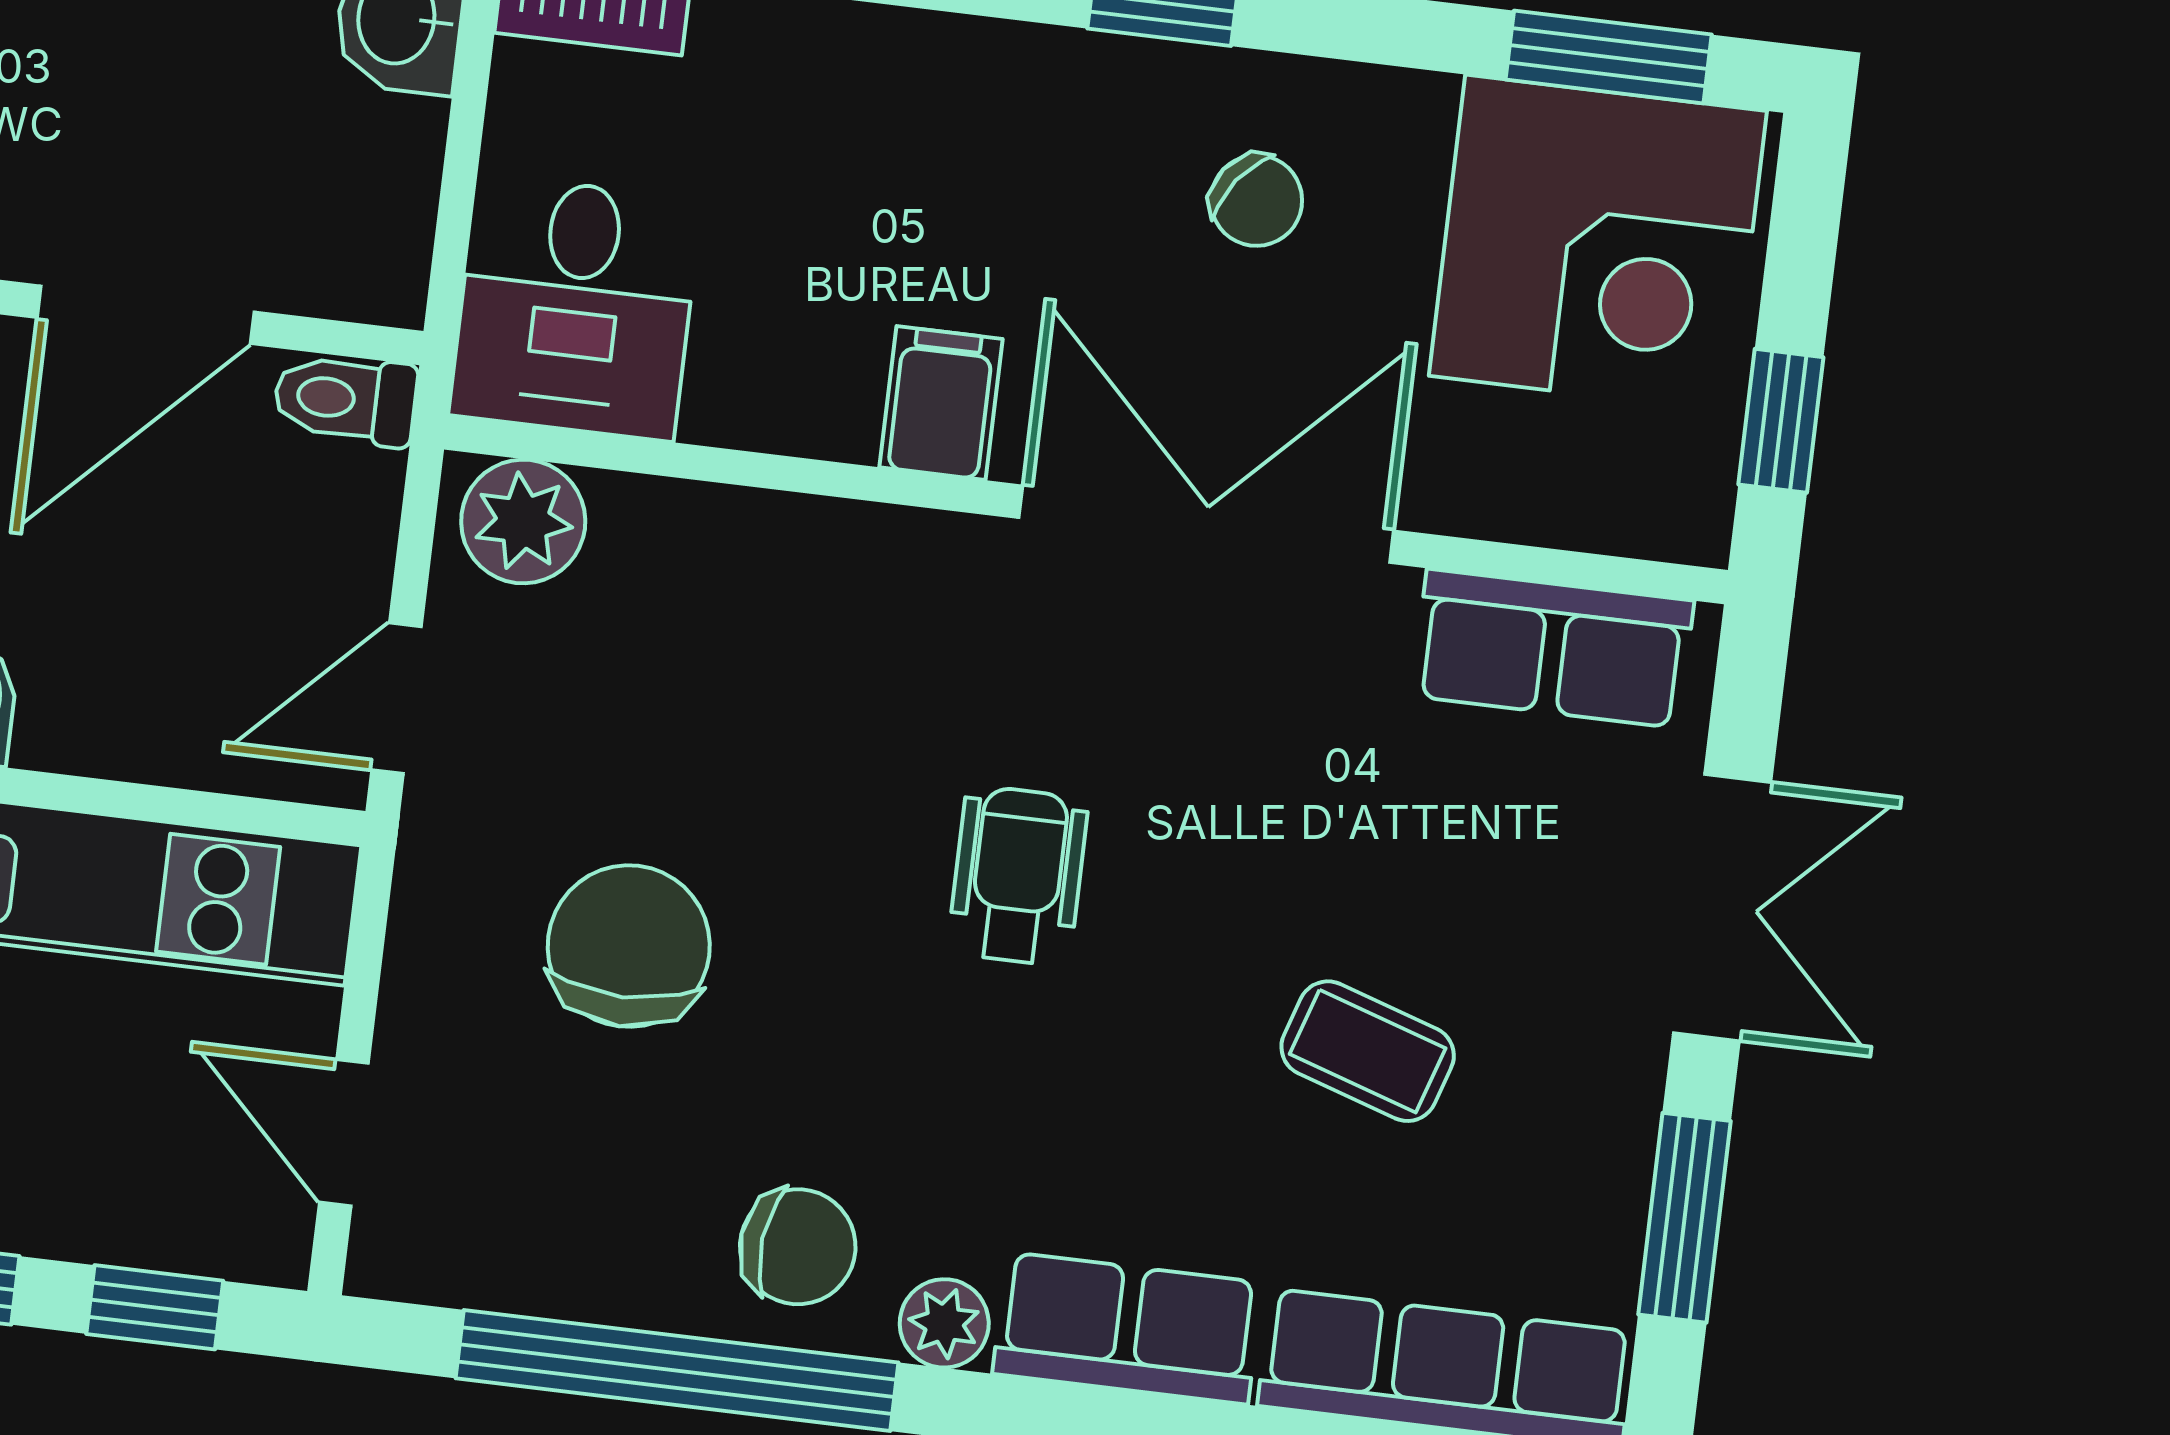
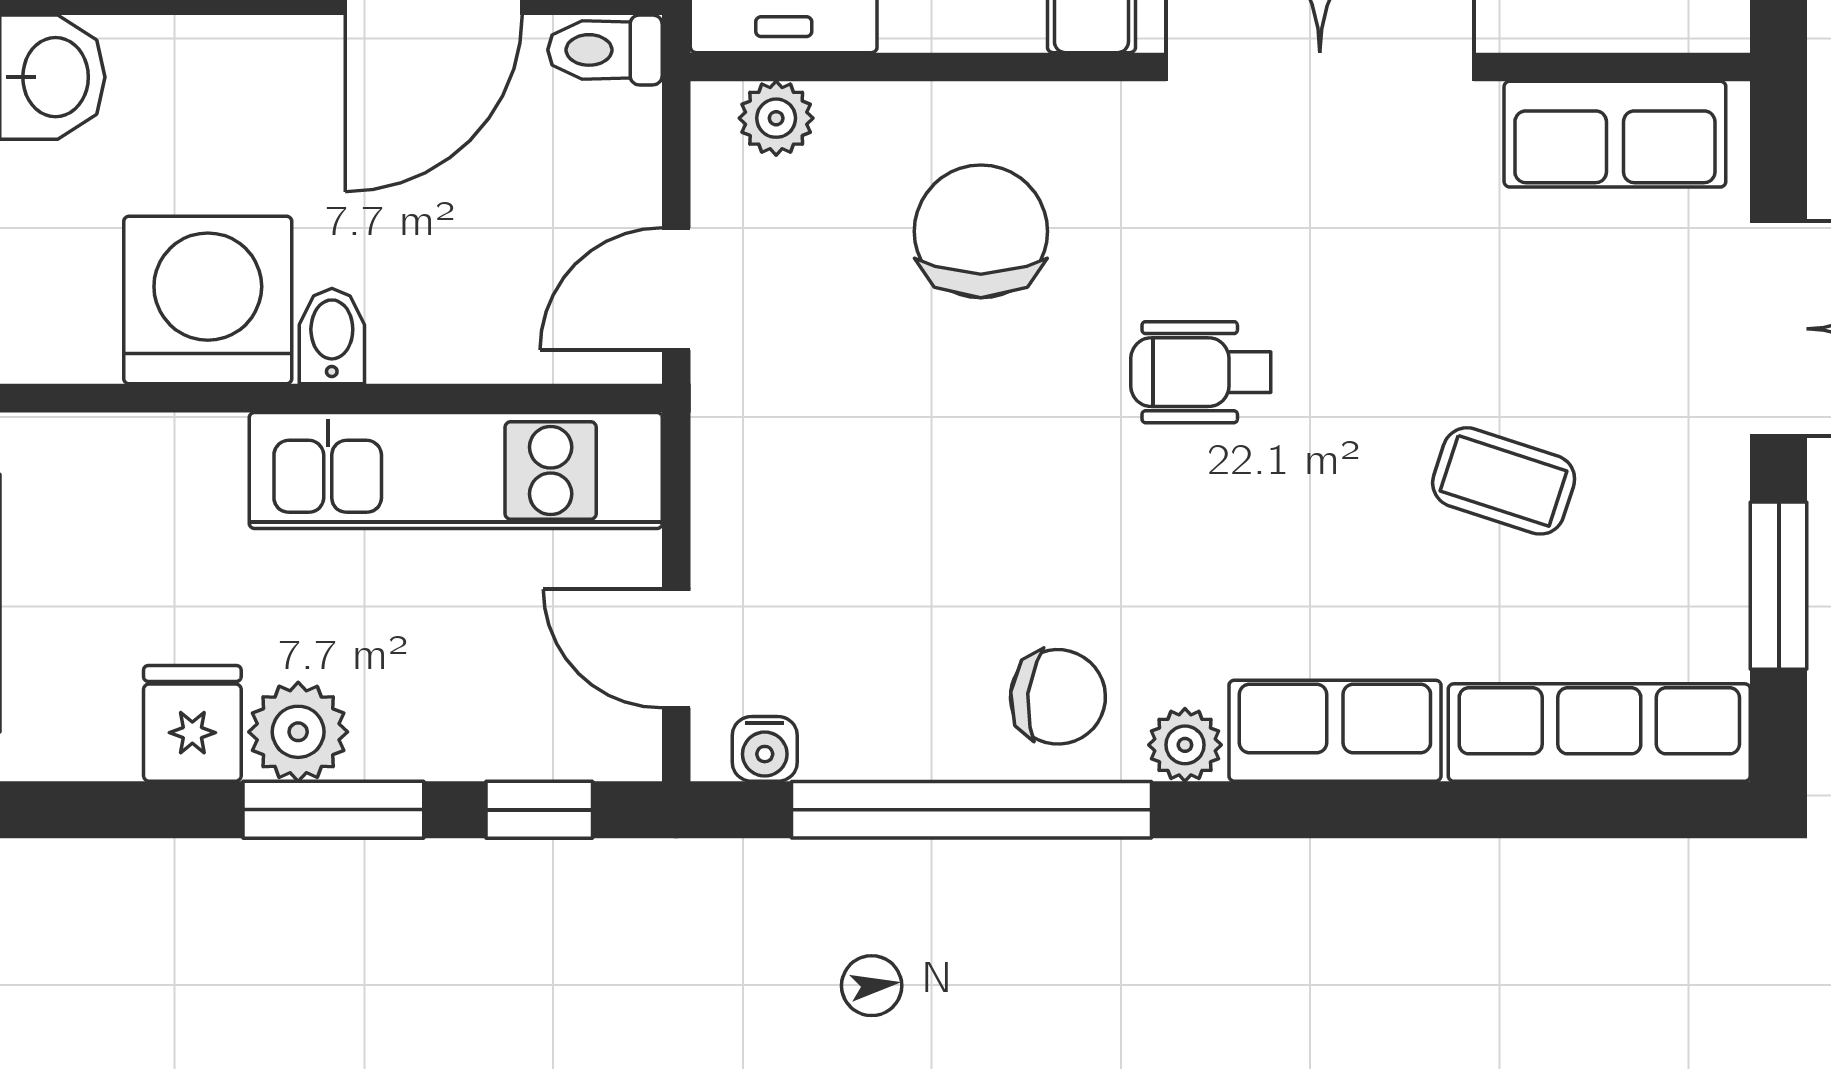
plant: (523, 521) -> (776, 118), width x0.73, depth x0.73
wheelchair: (1018, 876) -> (1201, 372), turned -90
chair: (629, 946) -> (981, 231), moved
water cooler: (436, 1267) -> (765, 749), added

